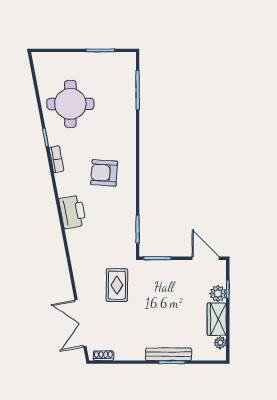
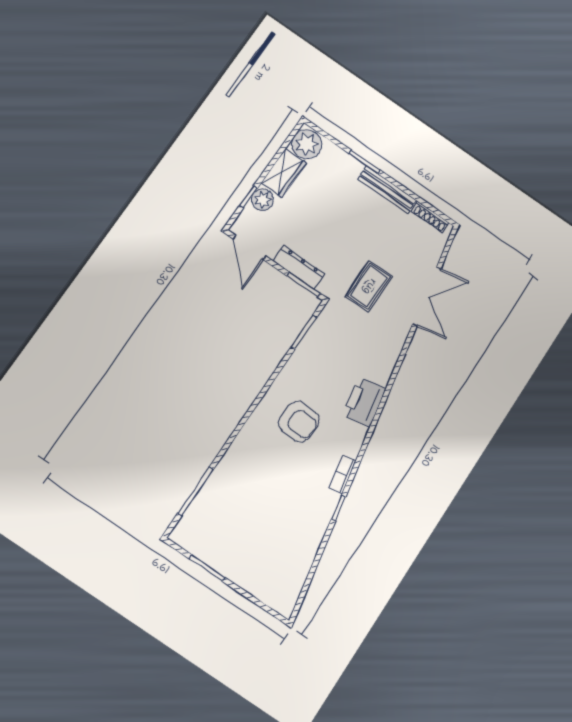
round table: (70, 104) -> (284, 528), removed
dresser: (168, 267) -> (299, 267), added
double door: (81, 323) -> (427, 296), moved
plant: (220, 343) -> (307, 144), width x1.87, depth x1.87
bench: (168, 354) -> (387, 190), moved
shoe rack: (103, 356) -> (430, 217), width x1.43

